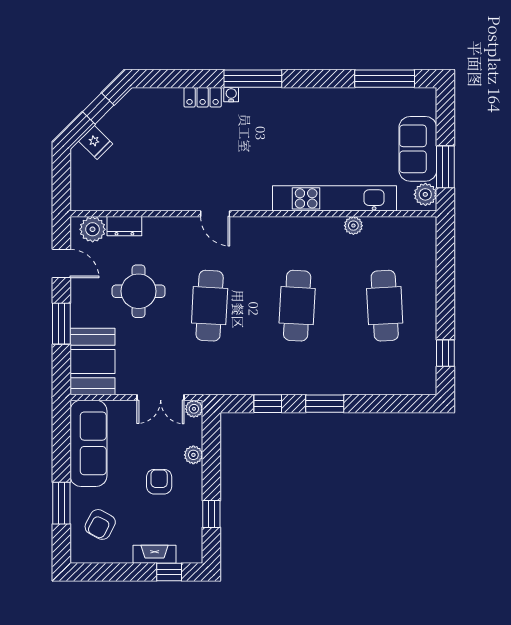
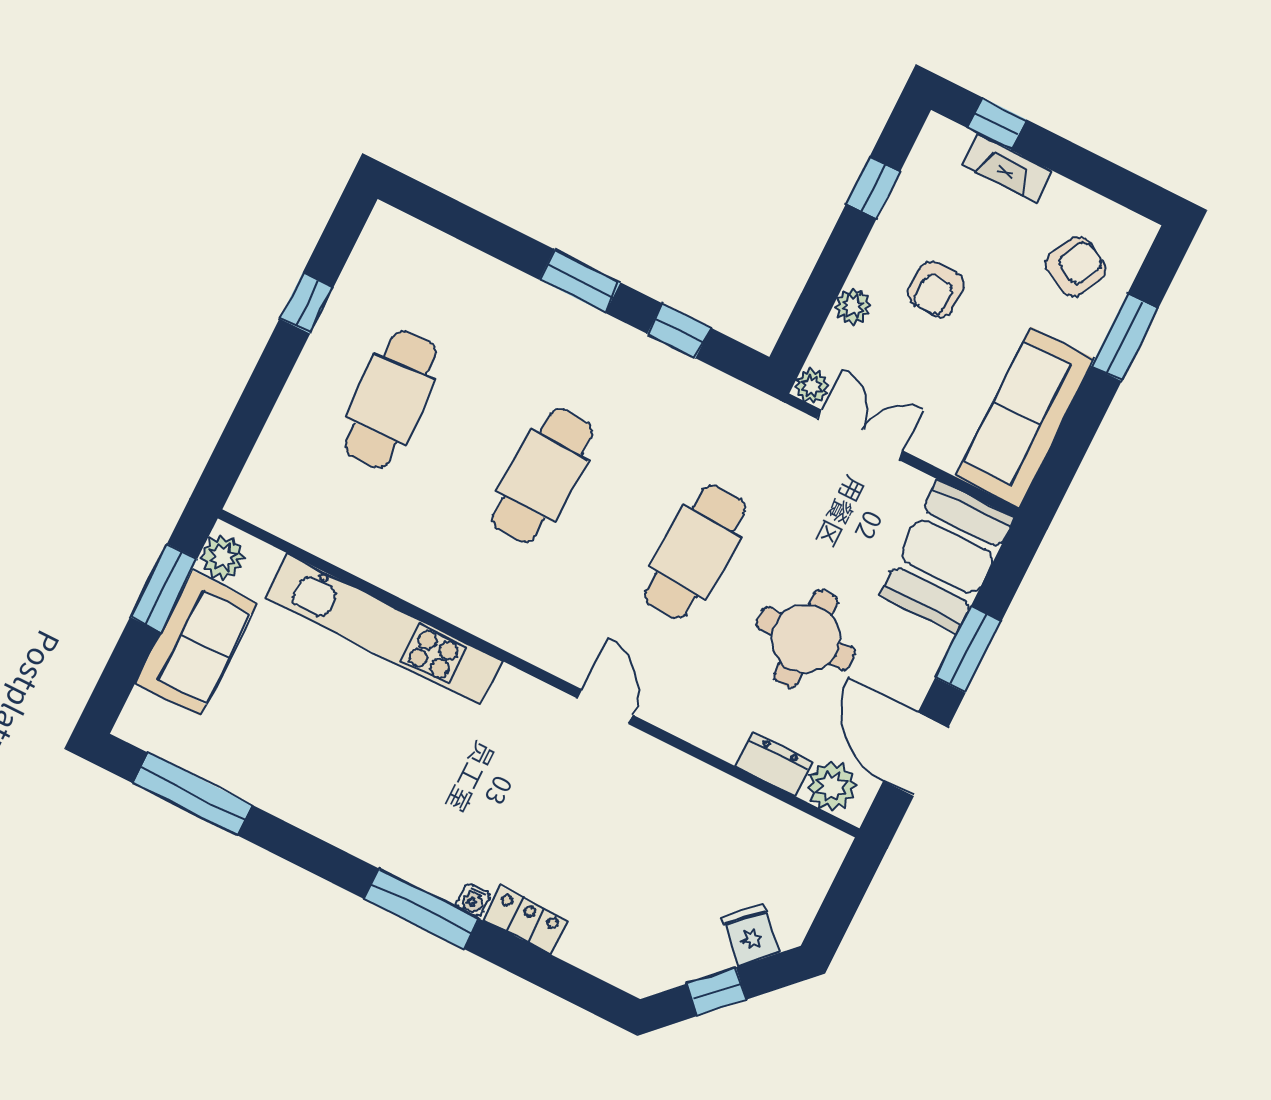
plant: (353, 226) -> (375, 566), removed
door: (61, 264) -> (916, 754), width x1.38
window: (445, 353) -> (306, 303), moved

